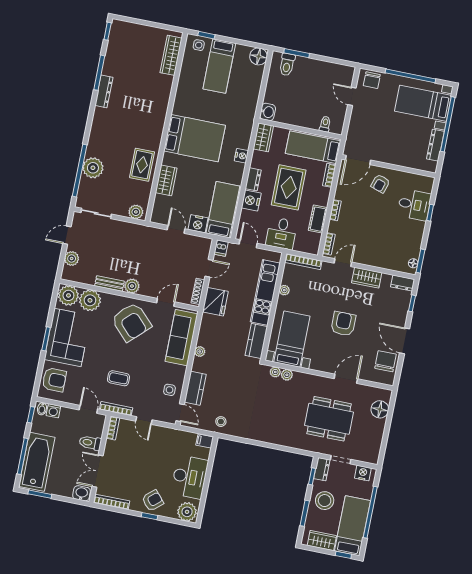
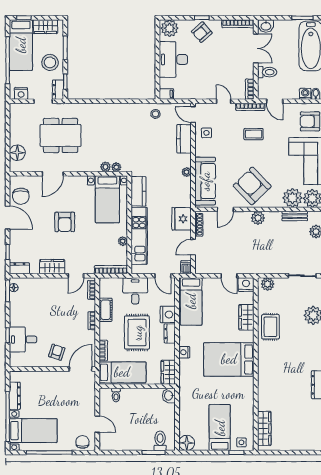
nightstand: (198, 224) -> (246, 285), moved
bench: (109, 284) -> (295, 216), moved

